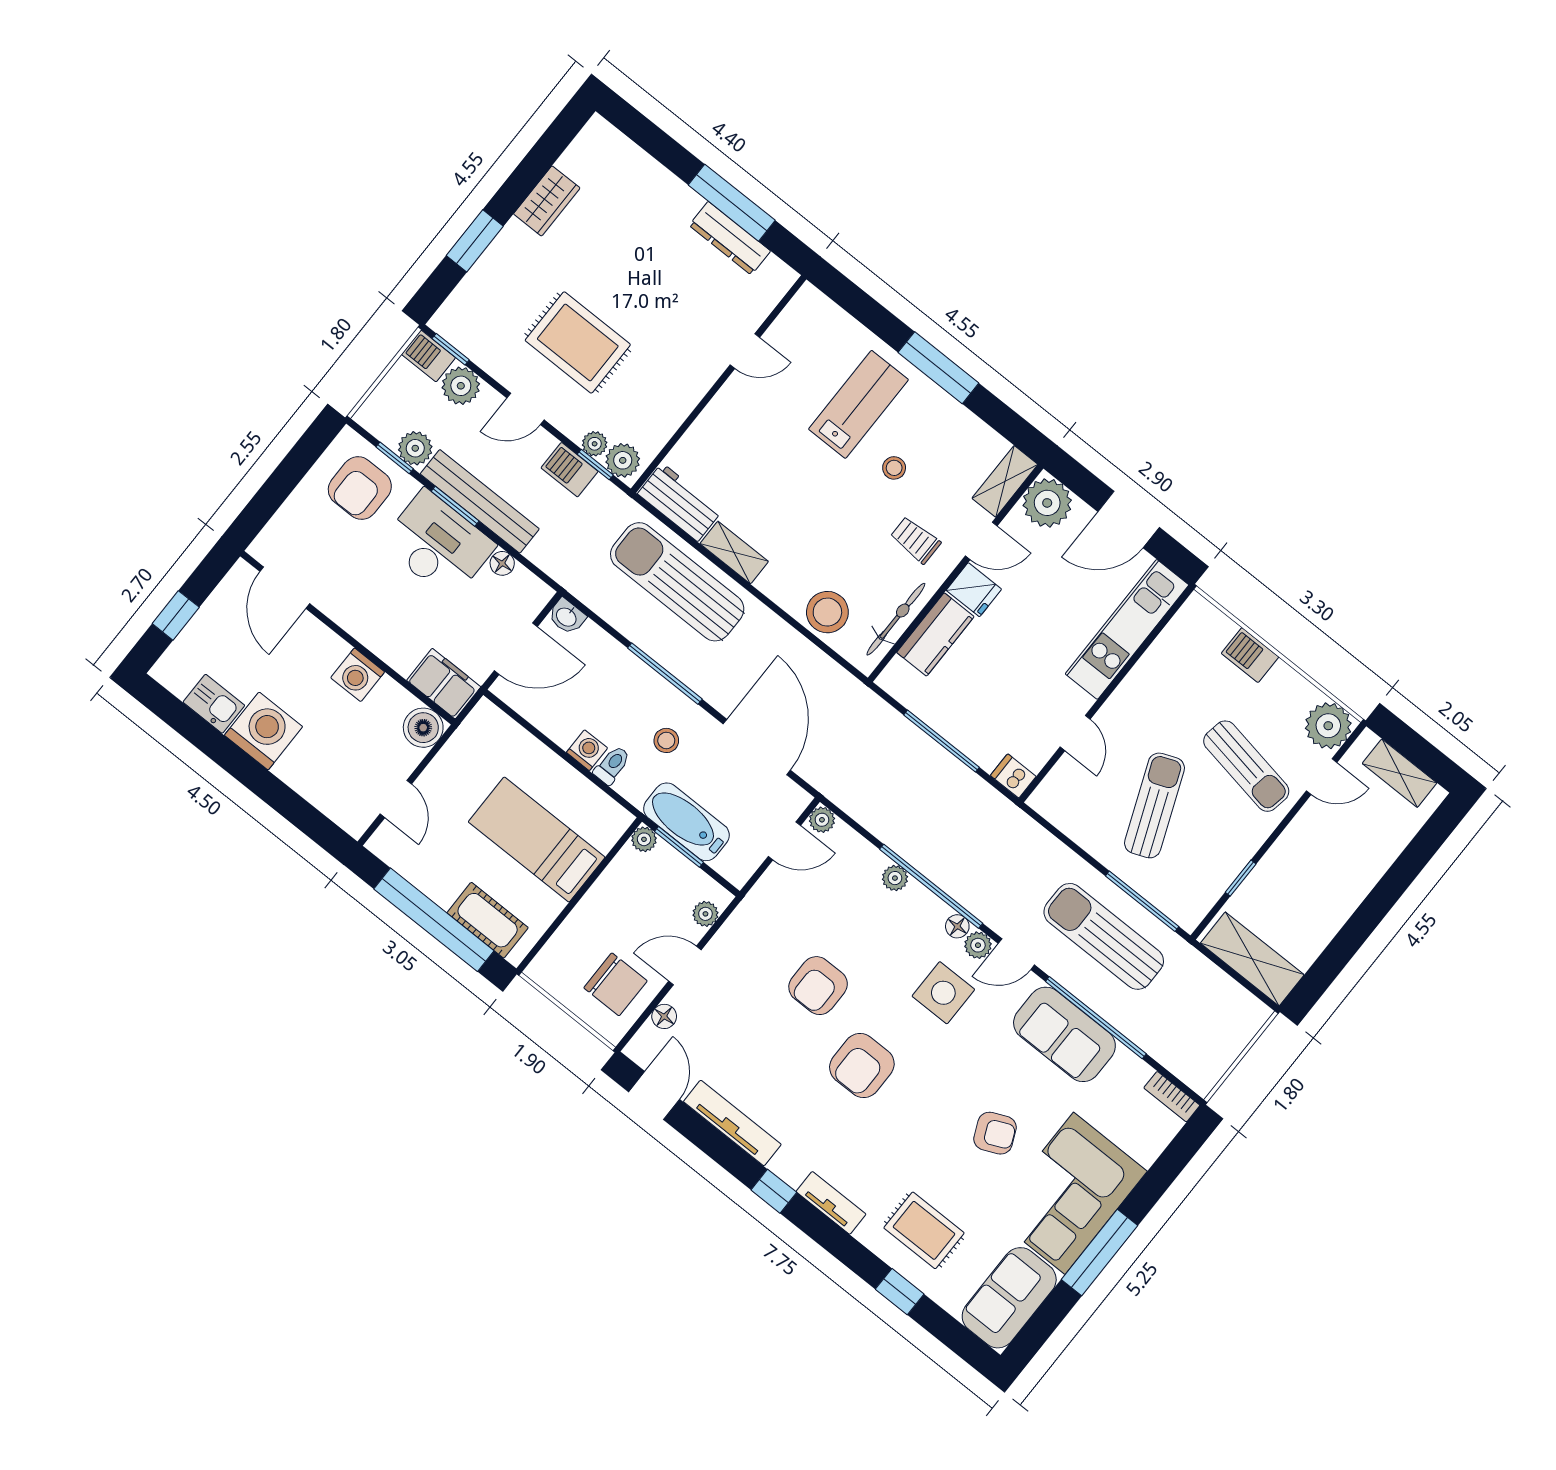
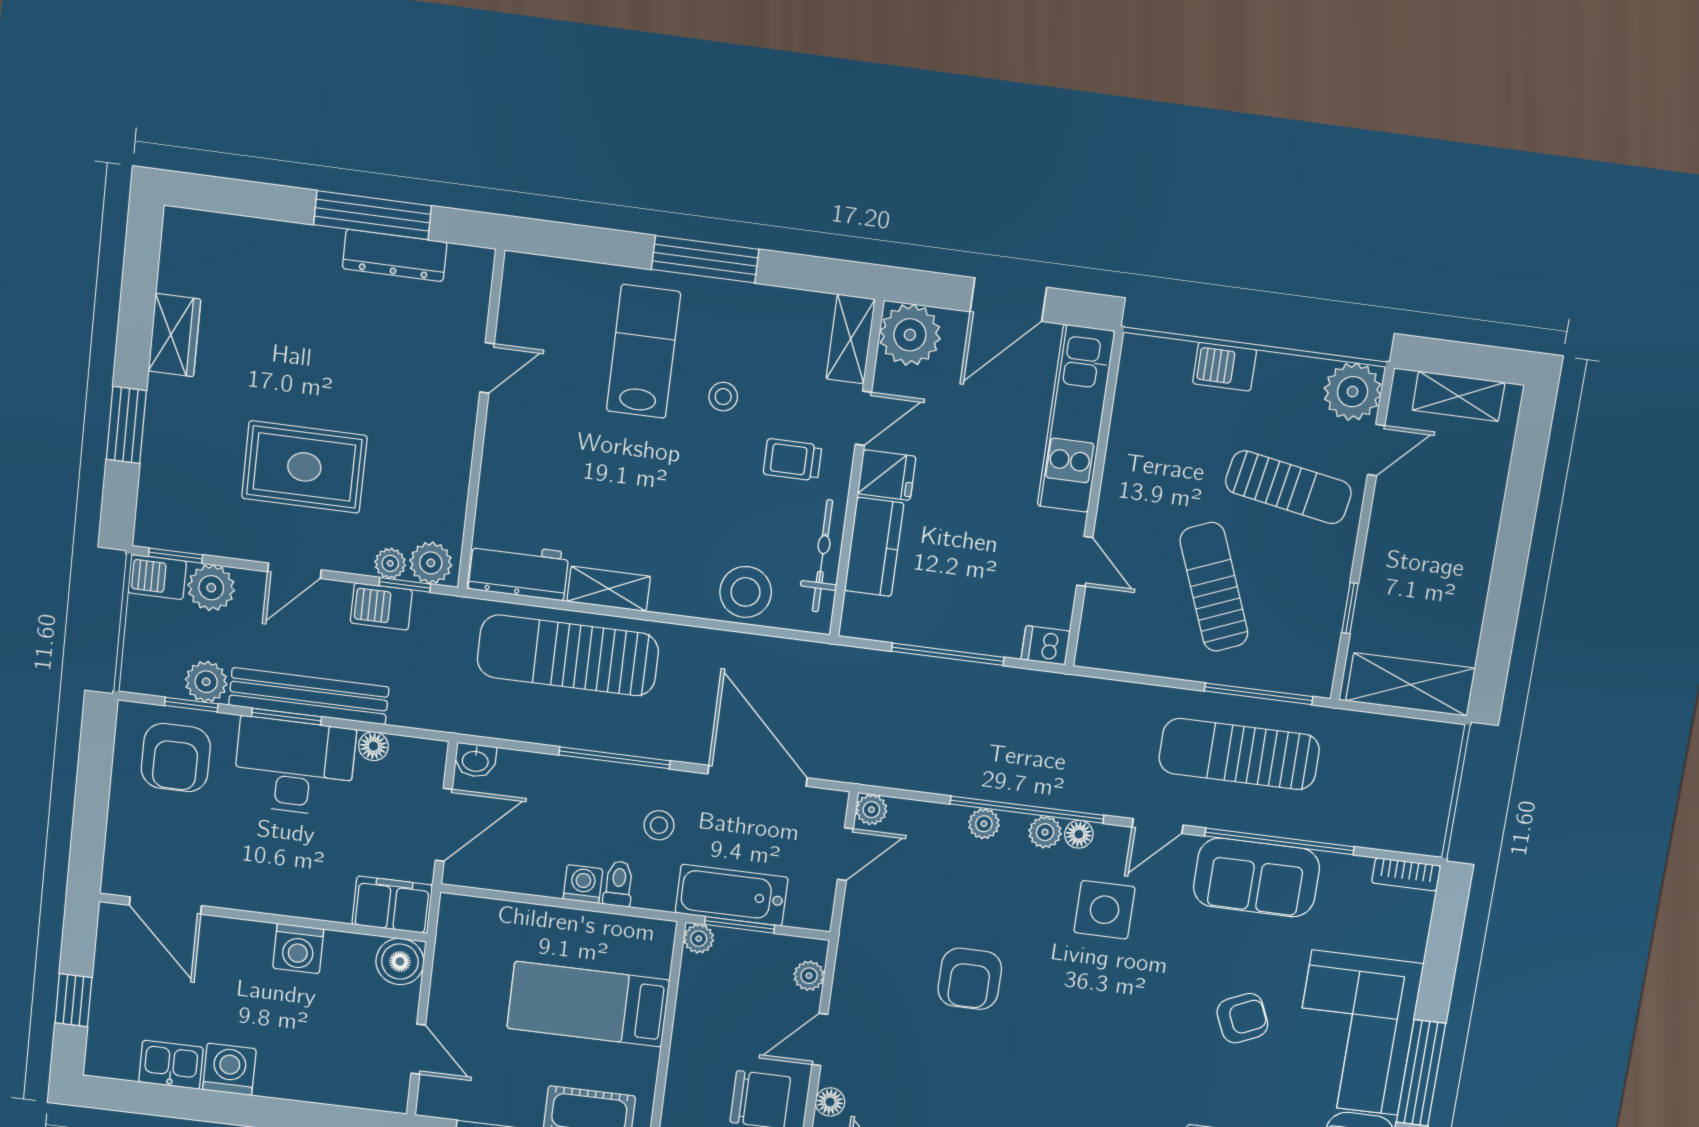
washing machine: (264, 731) -> (229, 1069), width x0.73, depth x0.73
plant: (978, 945) -> (1045, 832), moved
armchair: (862, 1066) -> (1064, 1032), removed

